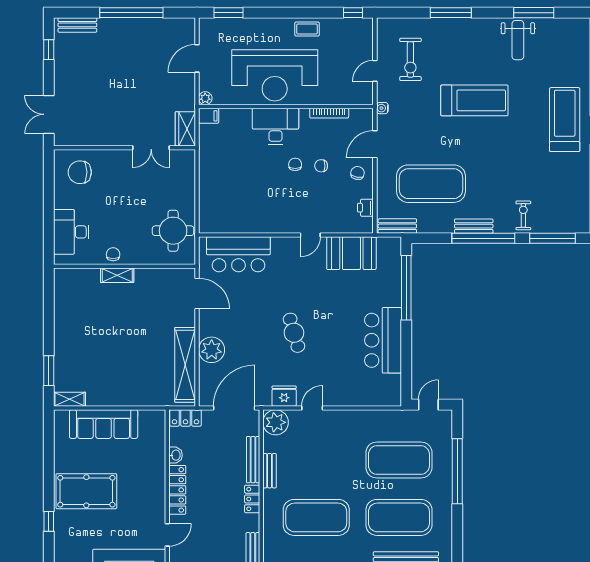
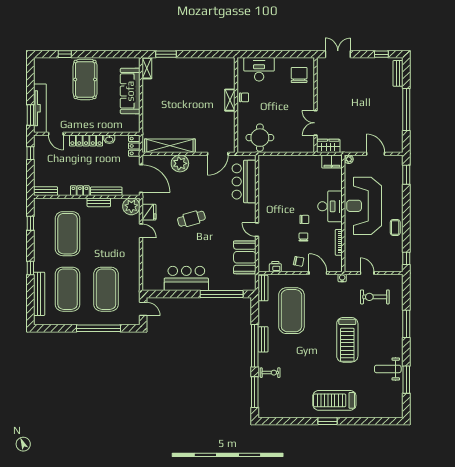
filing cabinet: (209, 116) -> (332, 161), width x2.00
treadmill: (565, 120) -> (334, 400), turned 180

